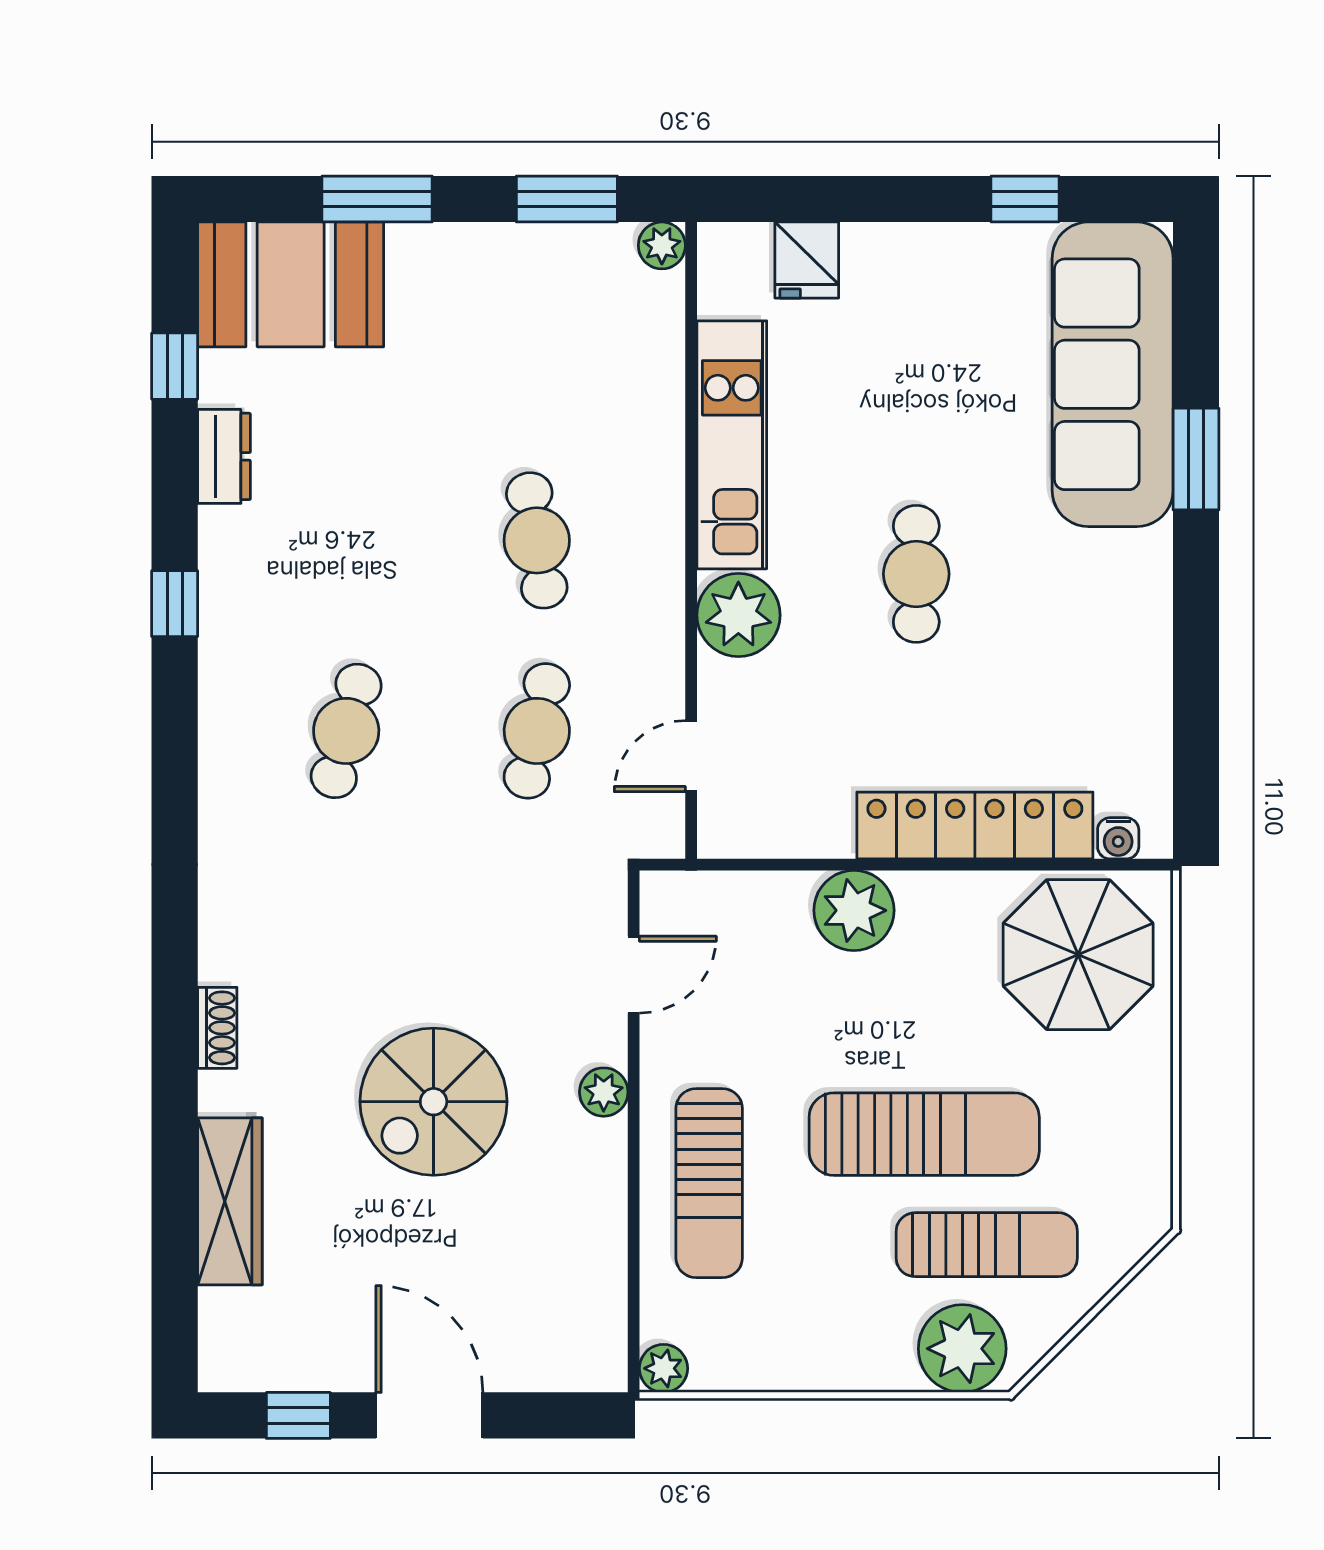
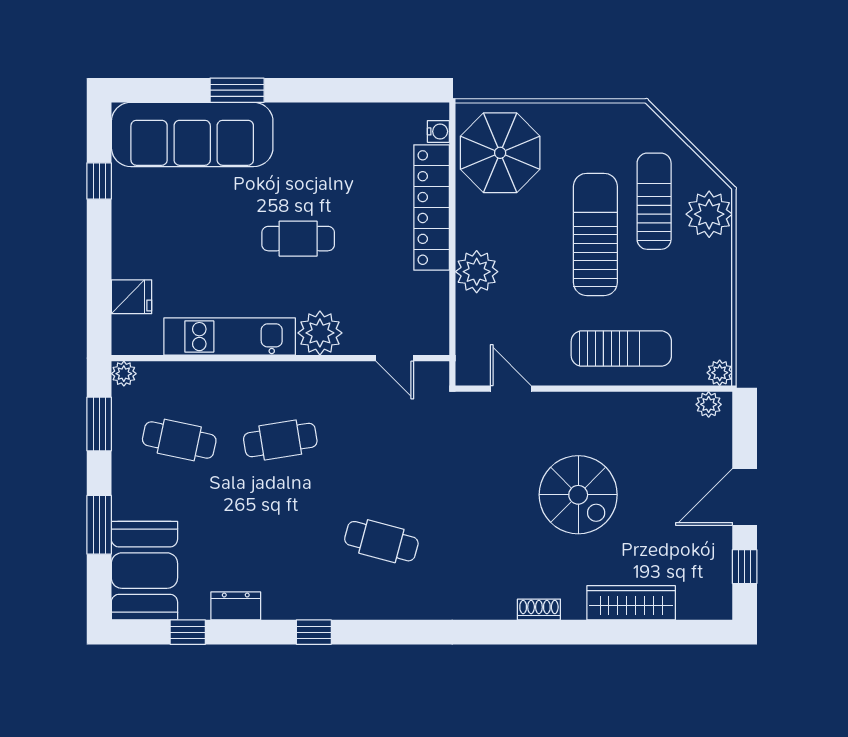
cafe table: (537, 731) -> (179, 440), moved
plant: (604, 1092) -> (709, 404), moved

